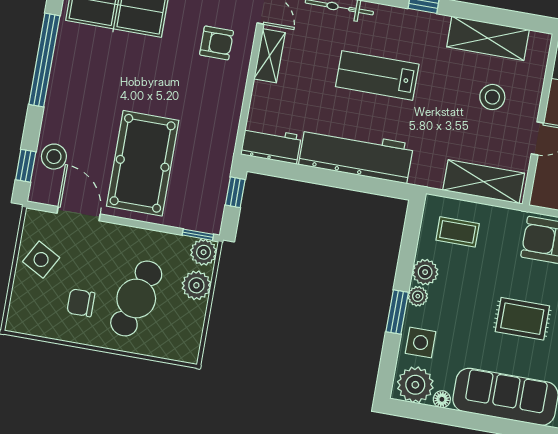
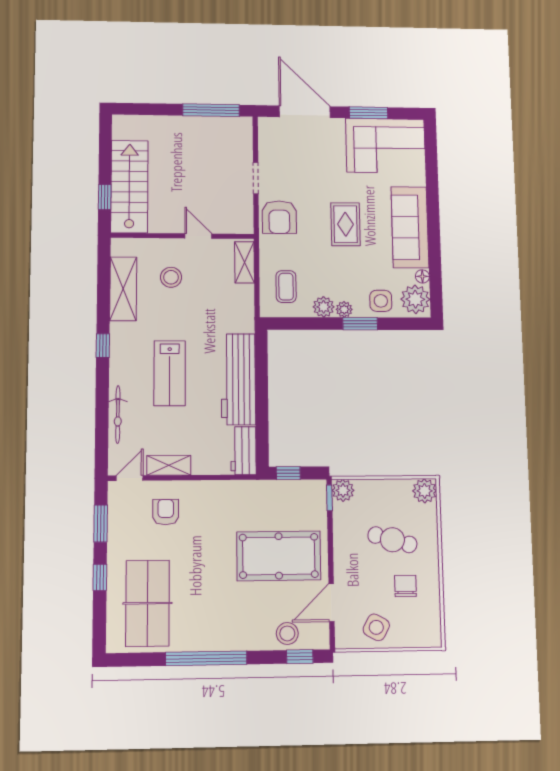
shelving: (484, 182) -> (244, 262), width x0.67, depth x0.75
plant: (196, 285) -> (425, 491), moved
cafe table: (136, 298) -> (392, 540), width x0.73, depth x0.74
chair: (81, 303) -> (405, 586), turned 180

